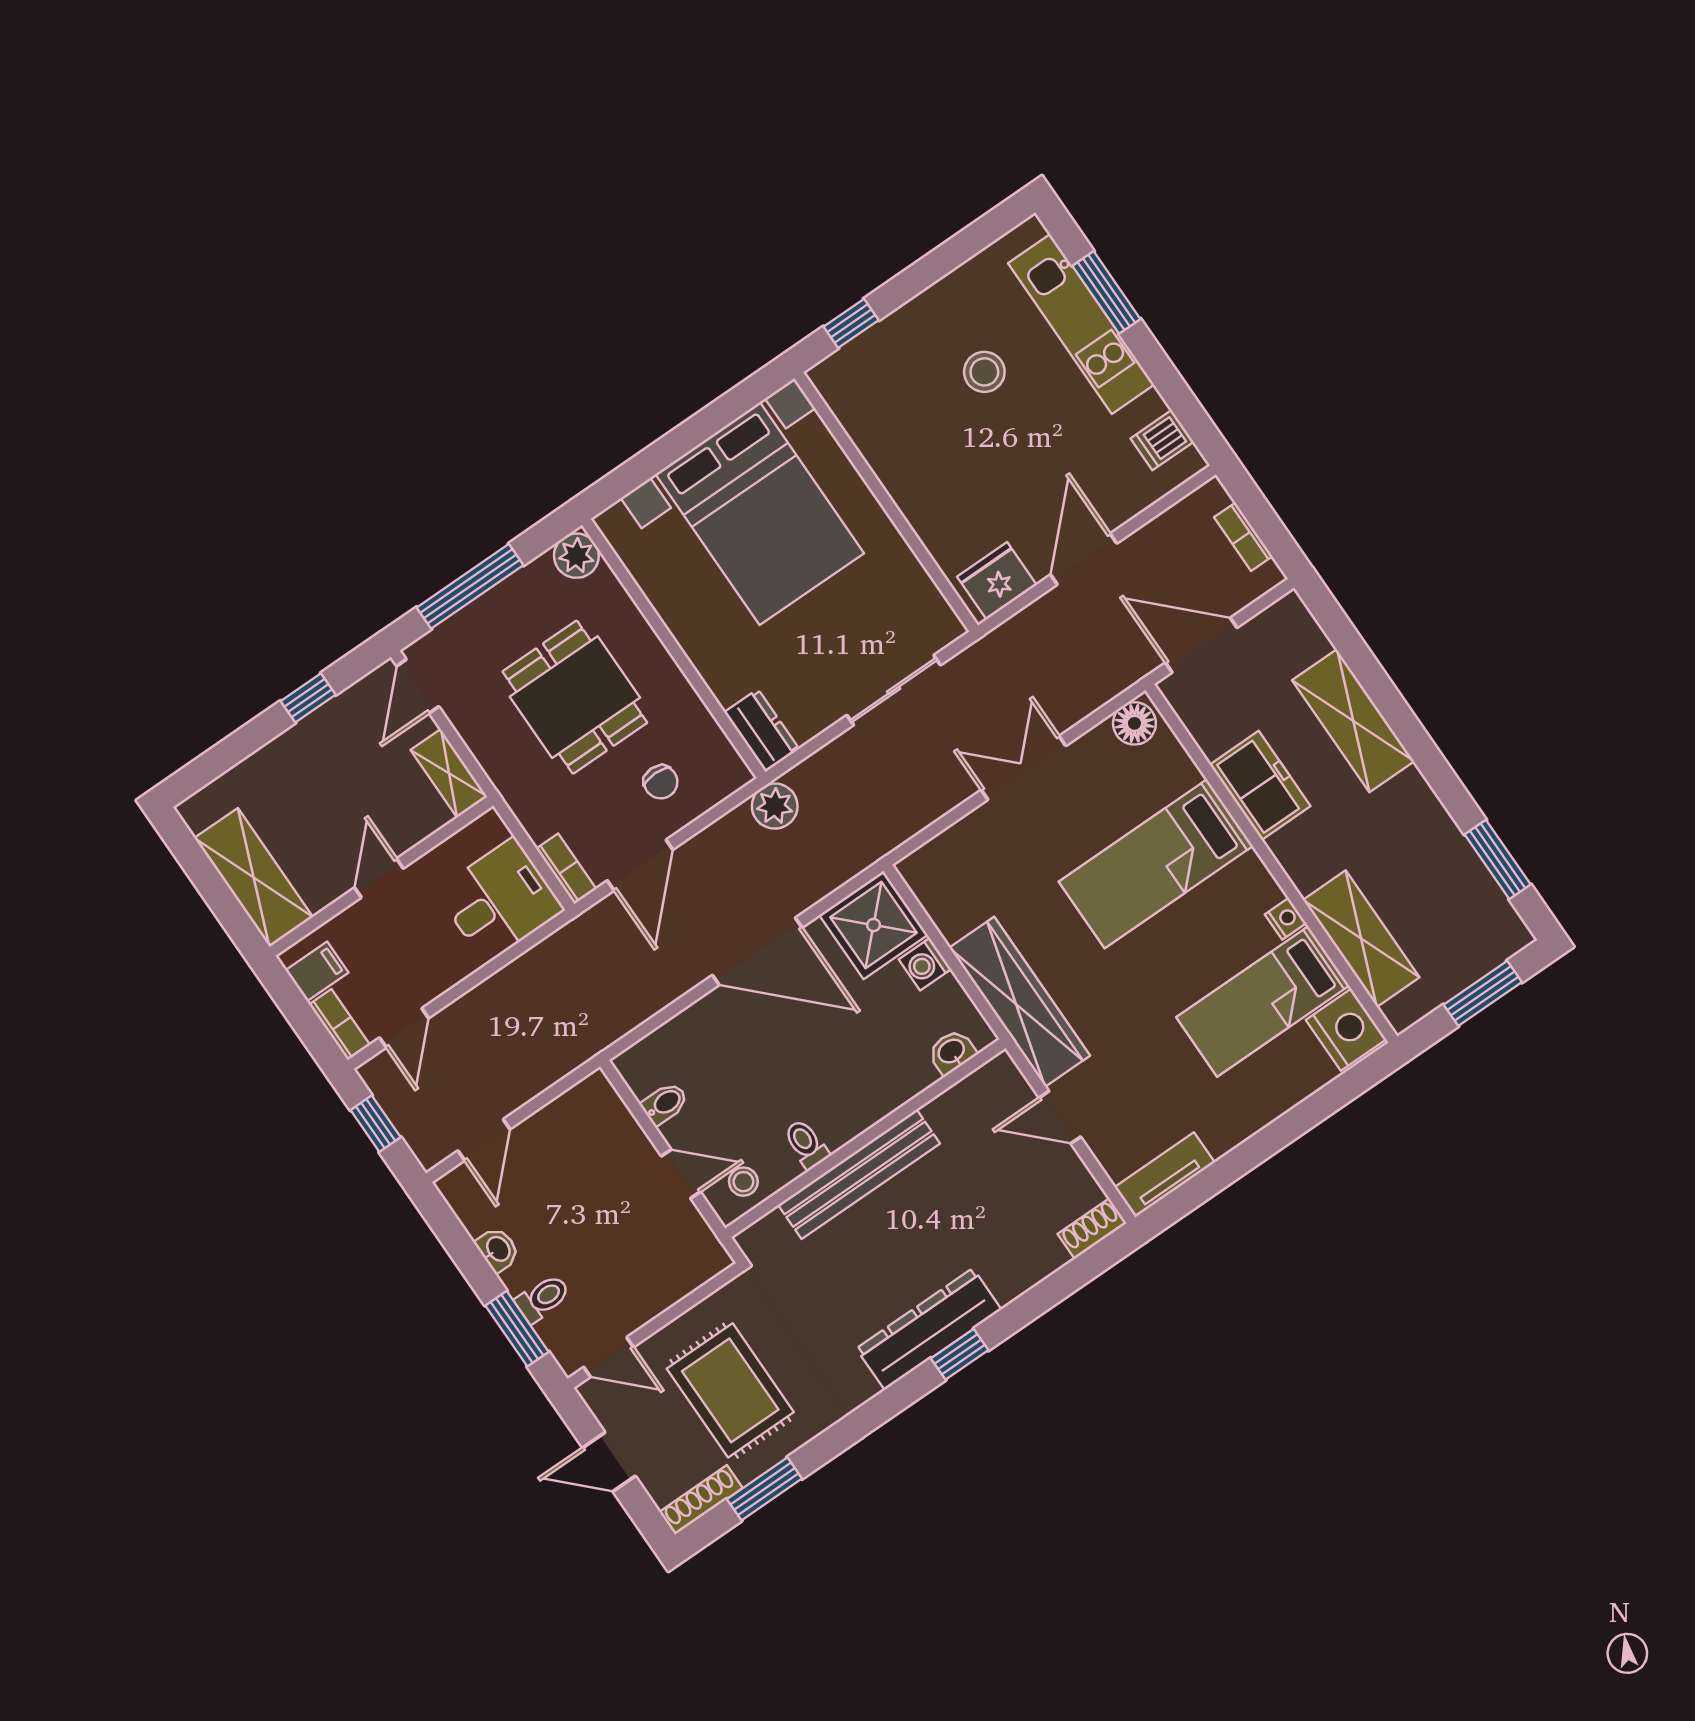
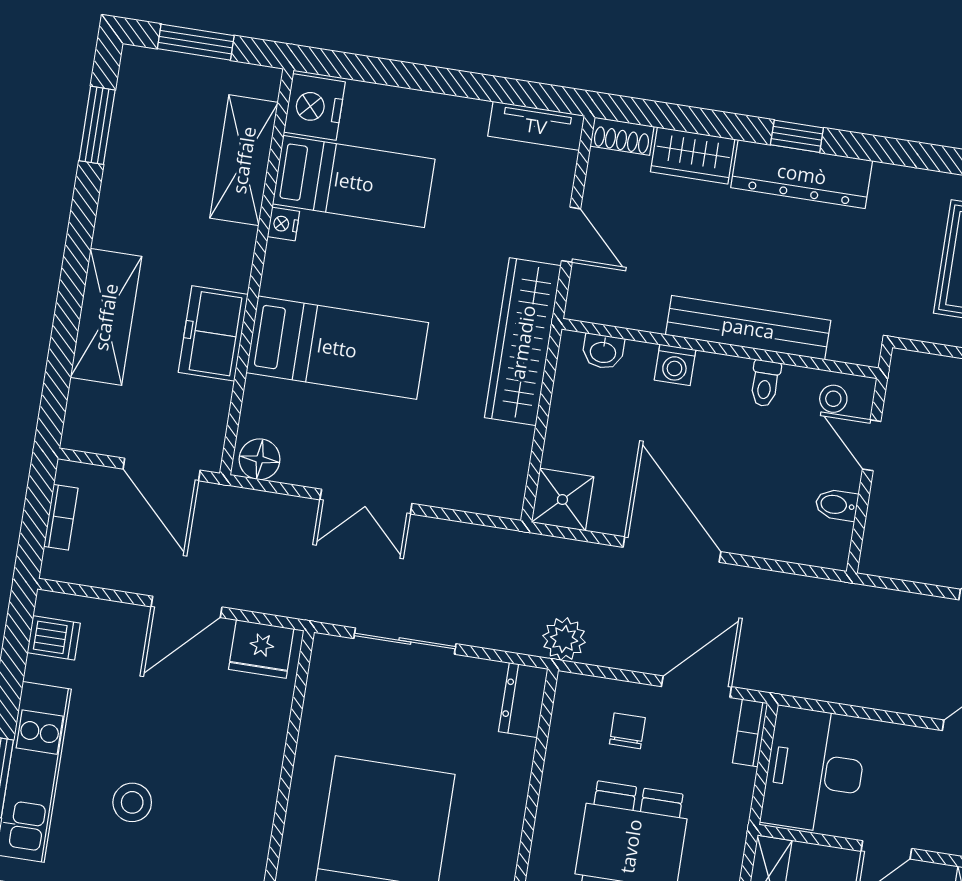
desk: (500, 901) -> (815, 771), width x1.37
shower: (874, 925) -> (562, 500), width x0.73, depth x0.73
washing machine: (925, 964) -> (675, 365), moved, turned 90
wardrobe: (1025, 1265) -> (693, 155), added

